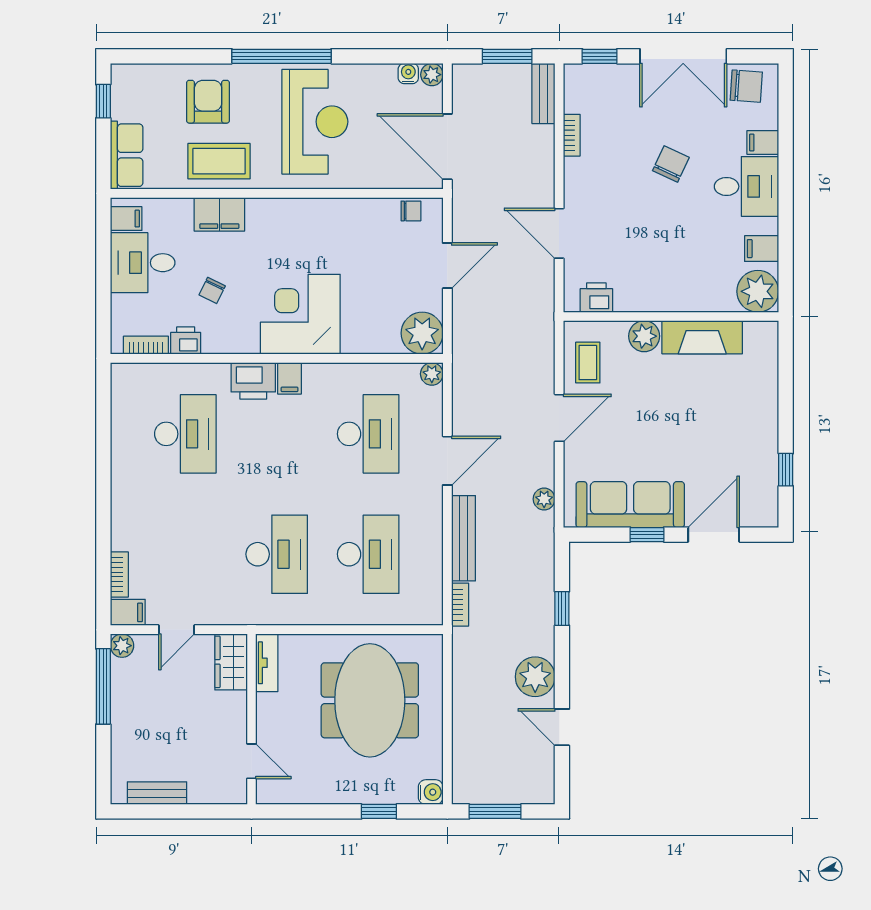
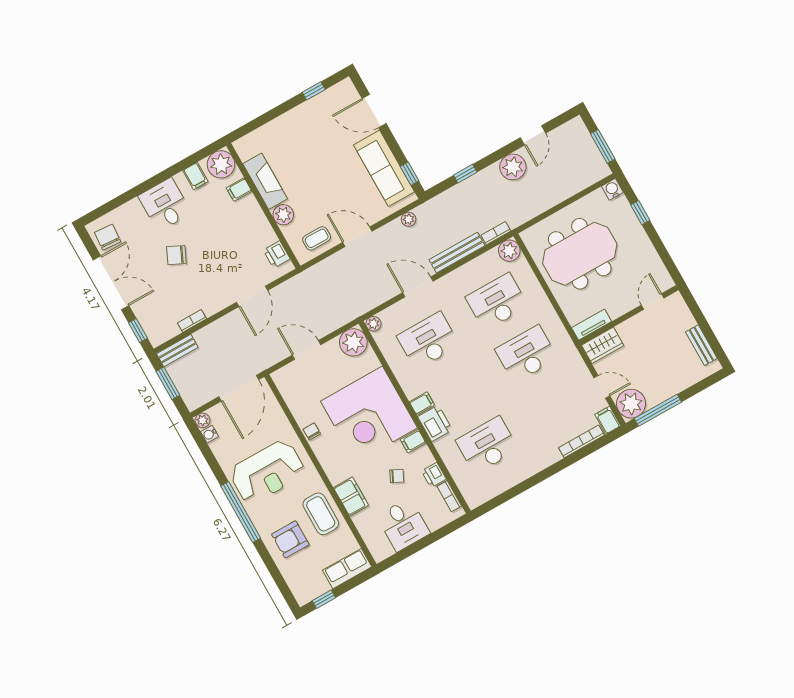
reception desk: (315, 122) -> (267, 472), turned 180
filing cabinet: (763, 142) -> (239, 189), moved, turned 90
chair: (411, 211) -> (312, 431), moved
filing cabinet: (126, 219) -> (413, 441), moved, turned -90
corner desk: (300, 314) -> (369, 414), width x1.36, depth x1.36
window: (647, 535) -> (410, 174), moved
bookcase: (119, 574) -> (582, 441), width x1.56
plant: (427, 609) -> (509, 251), added
plant: (122, 646) -> (631, 404), width x1.87, depth x1.87

